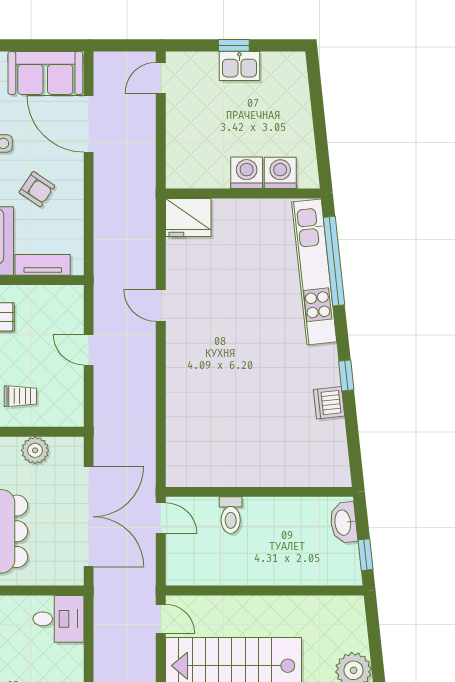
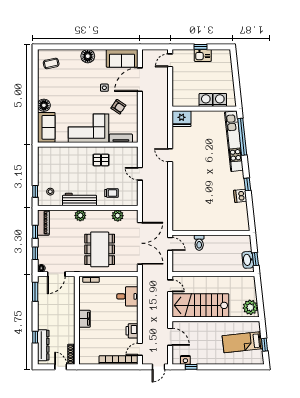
door: (89, 124) -> (140, 80), hinge flipped
washbasin: (344, 523) -> (248, 260), moved
desk: (58, 619) -> (127, 296), moved

